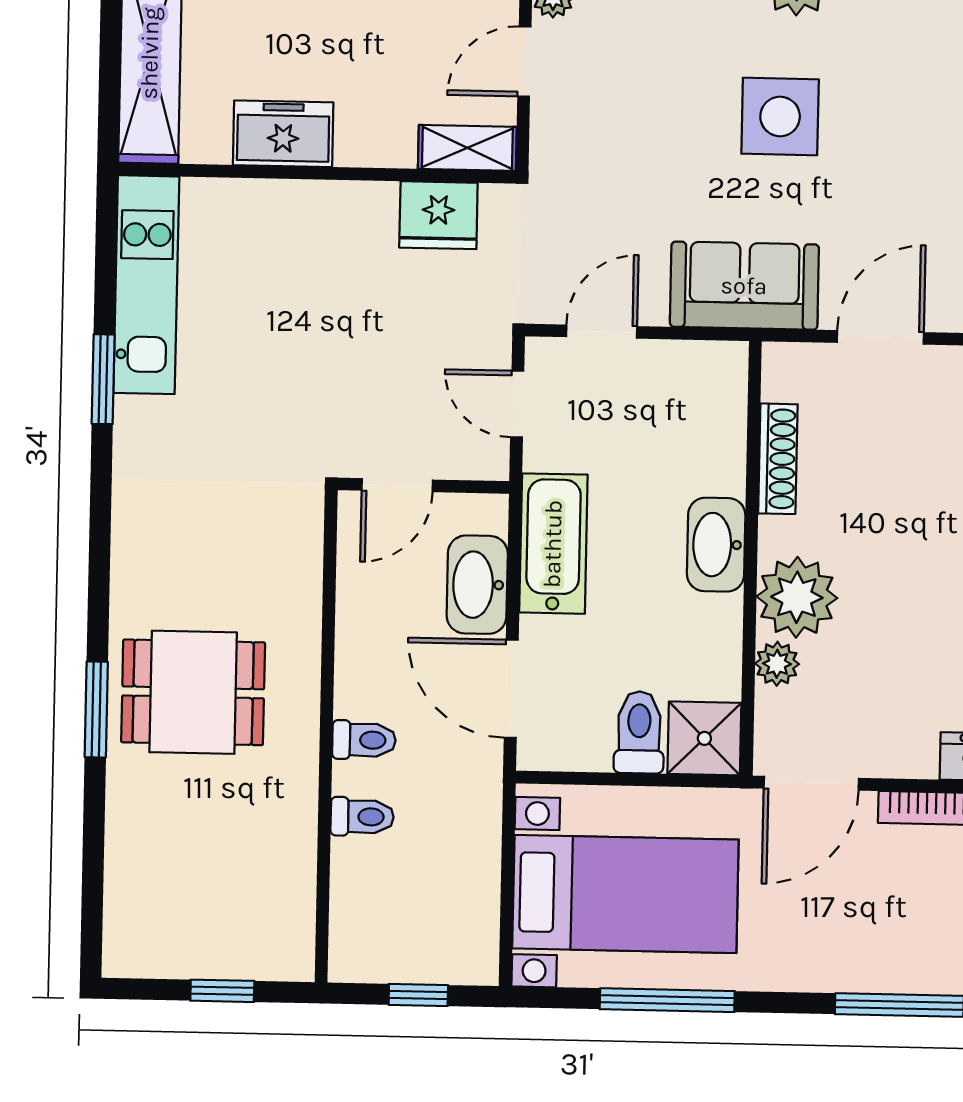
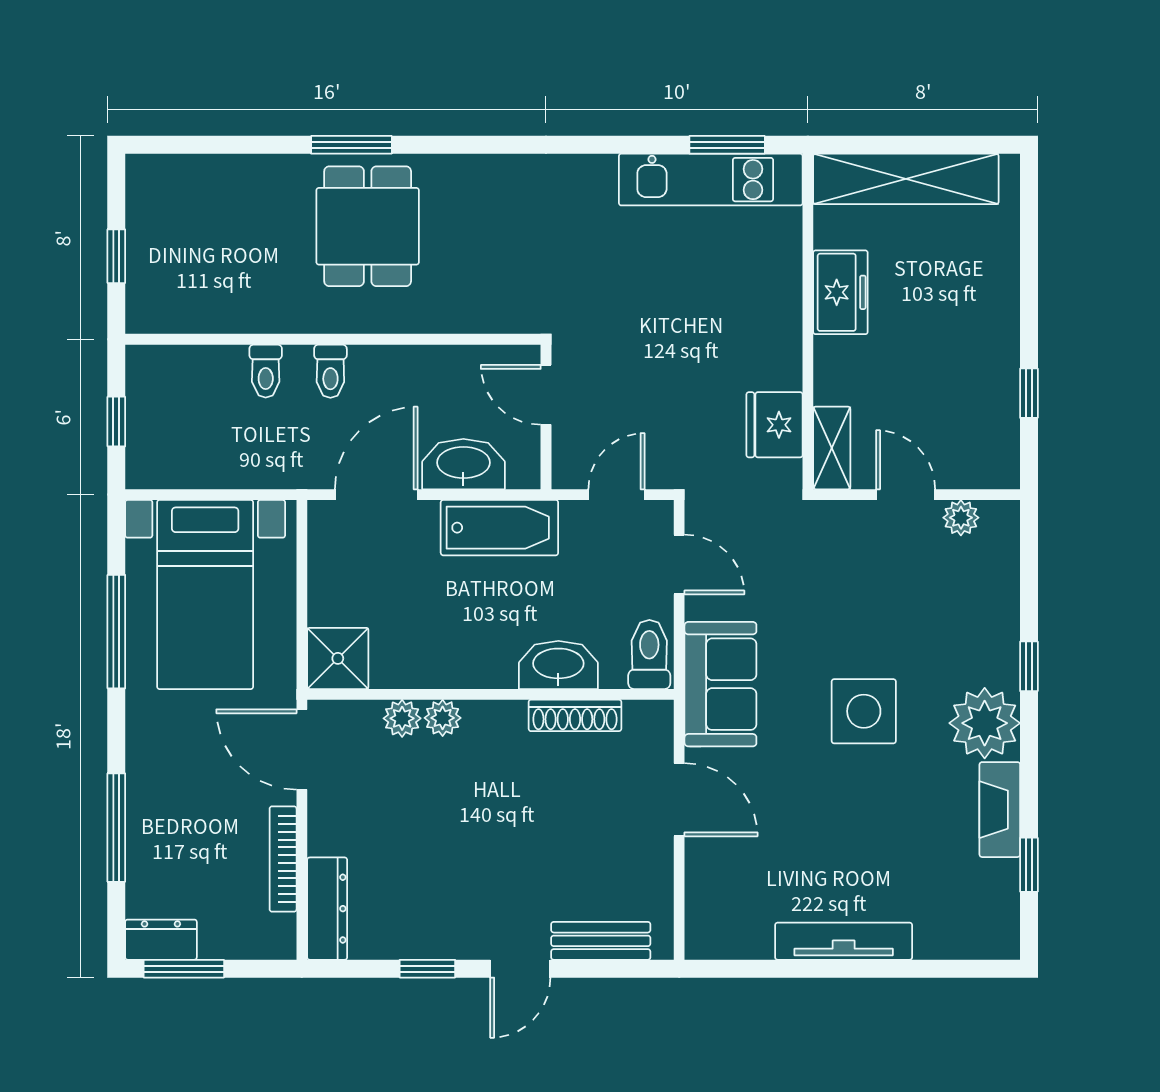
window: (103, 379) -> (727, 145), moved
washbasin: (716, 545) -> (558, 665), moved
plant: (797, 597) -> (443, 718), width x0.53, depth x0.53
toilet: (639, 732) -> (649, 654), moved, turned -90

